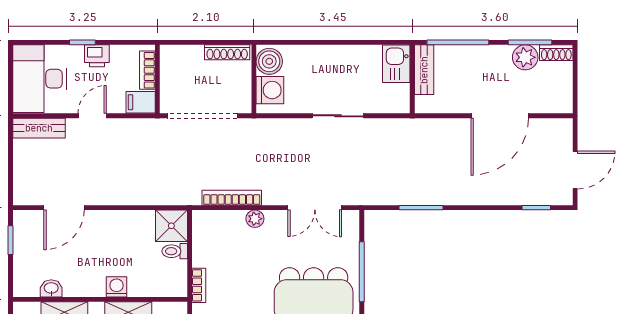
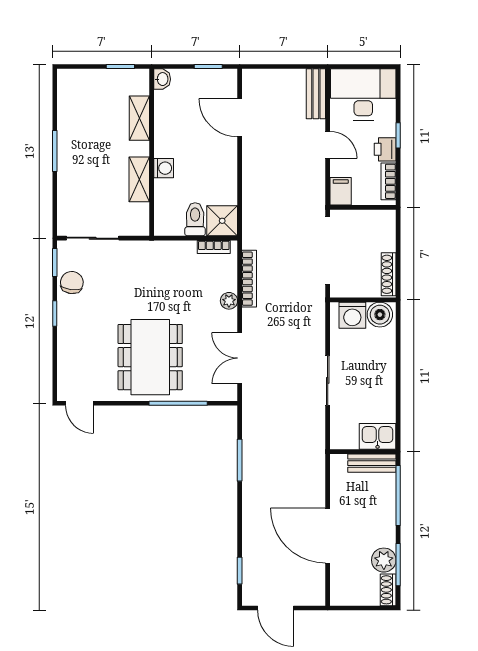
bookcase: (147, 70) -> (389, 181), moved, turned -90
toilet: (175, 251) -> (195, 219), width x1.37, depth x1.39
bookcase: (199, 285) -> (214, 247), moved
washbasin: (51, 288) -> (162, 79), moved

